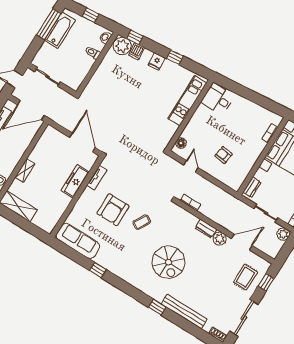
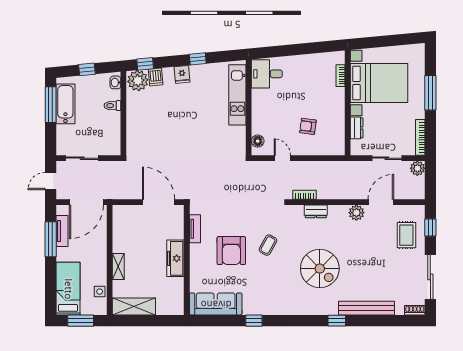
freezer: (75, 181) -> (175, 258), moved
dresser: (252, 187) -> (357, 128), moved
dresser: (206, 229) -> (316, 211), moved

